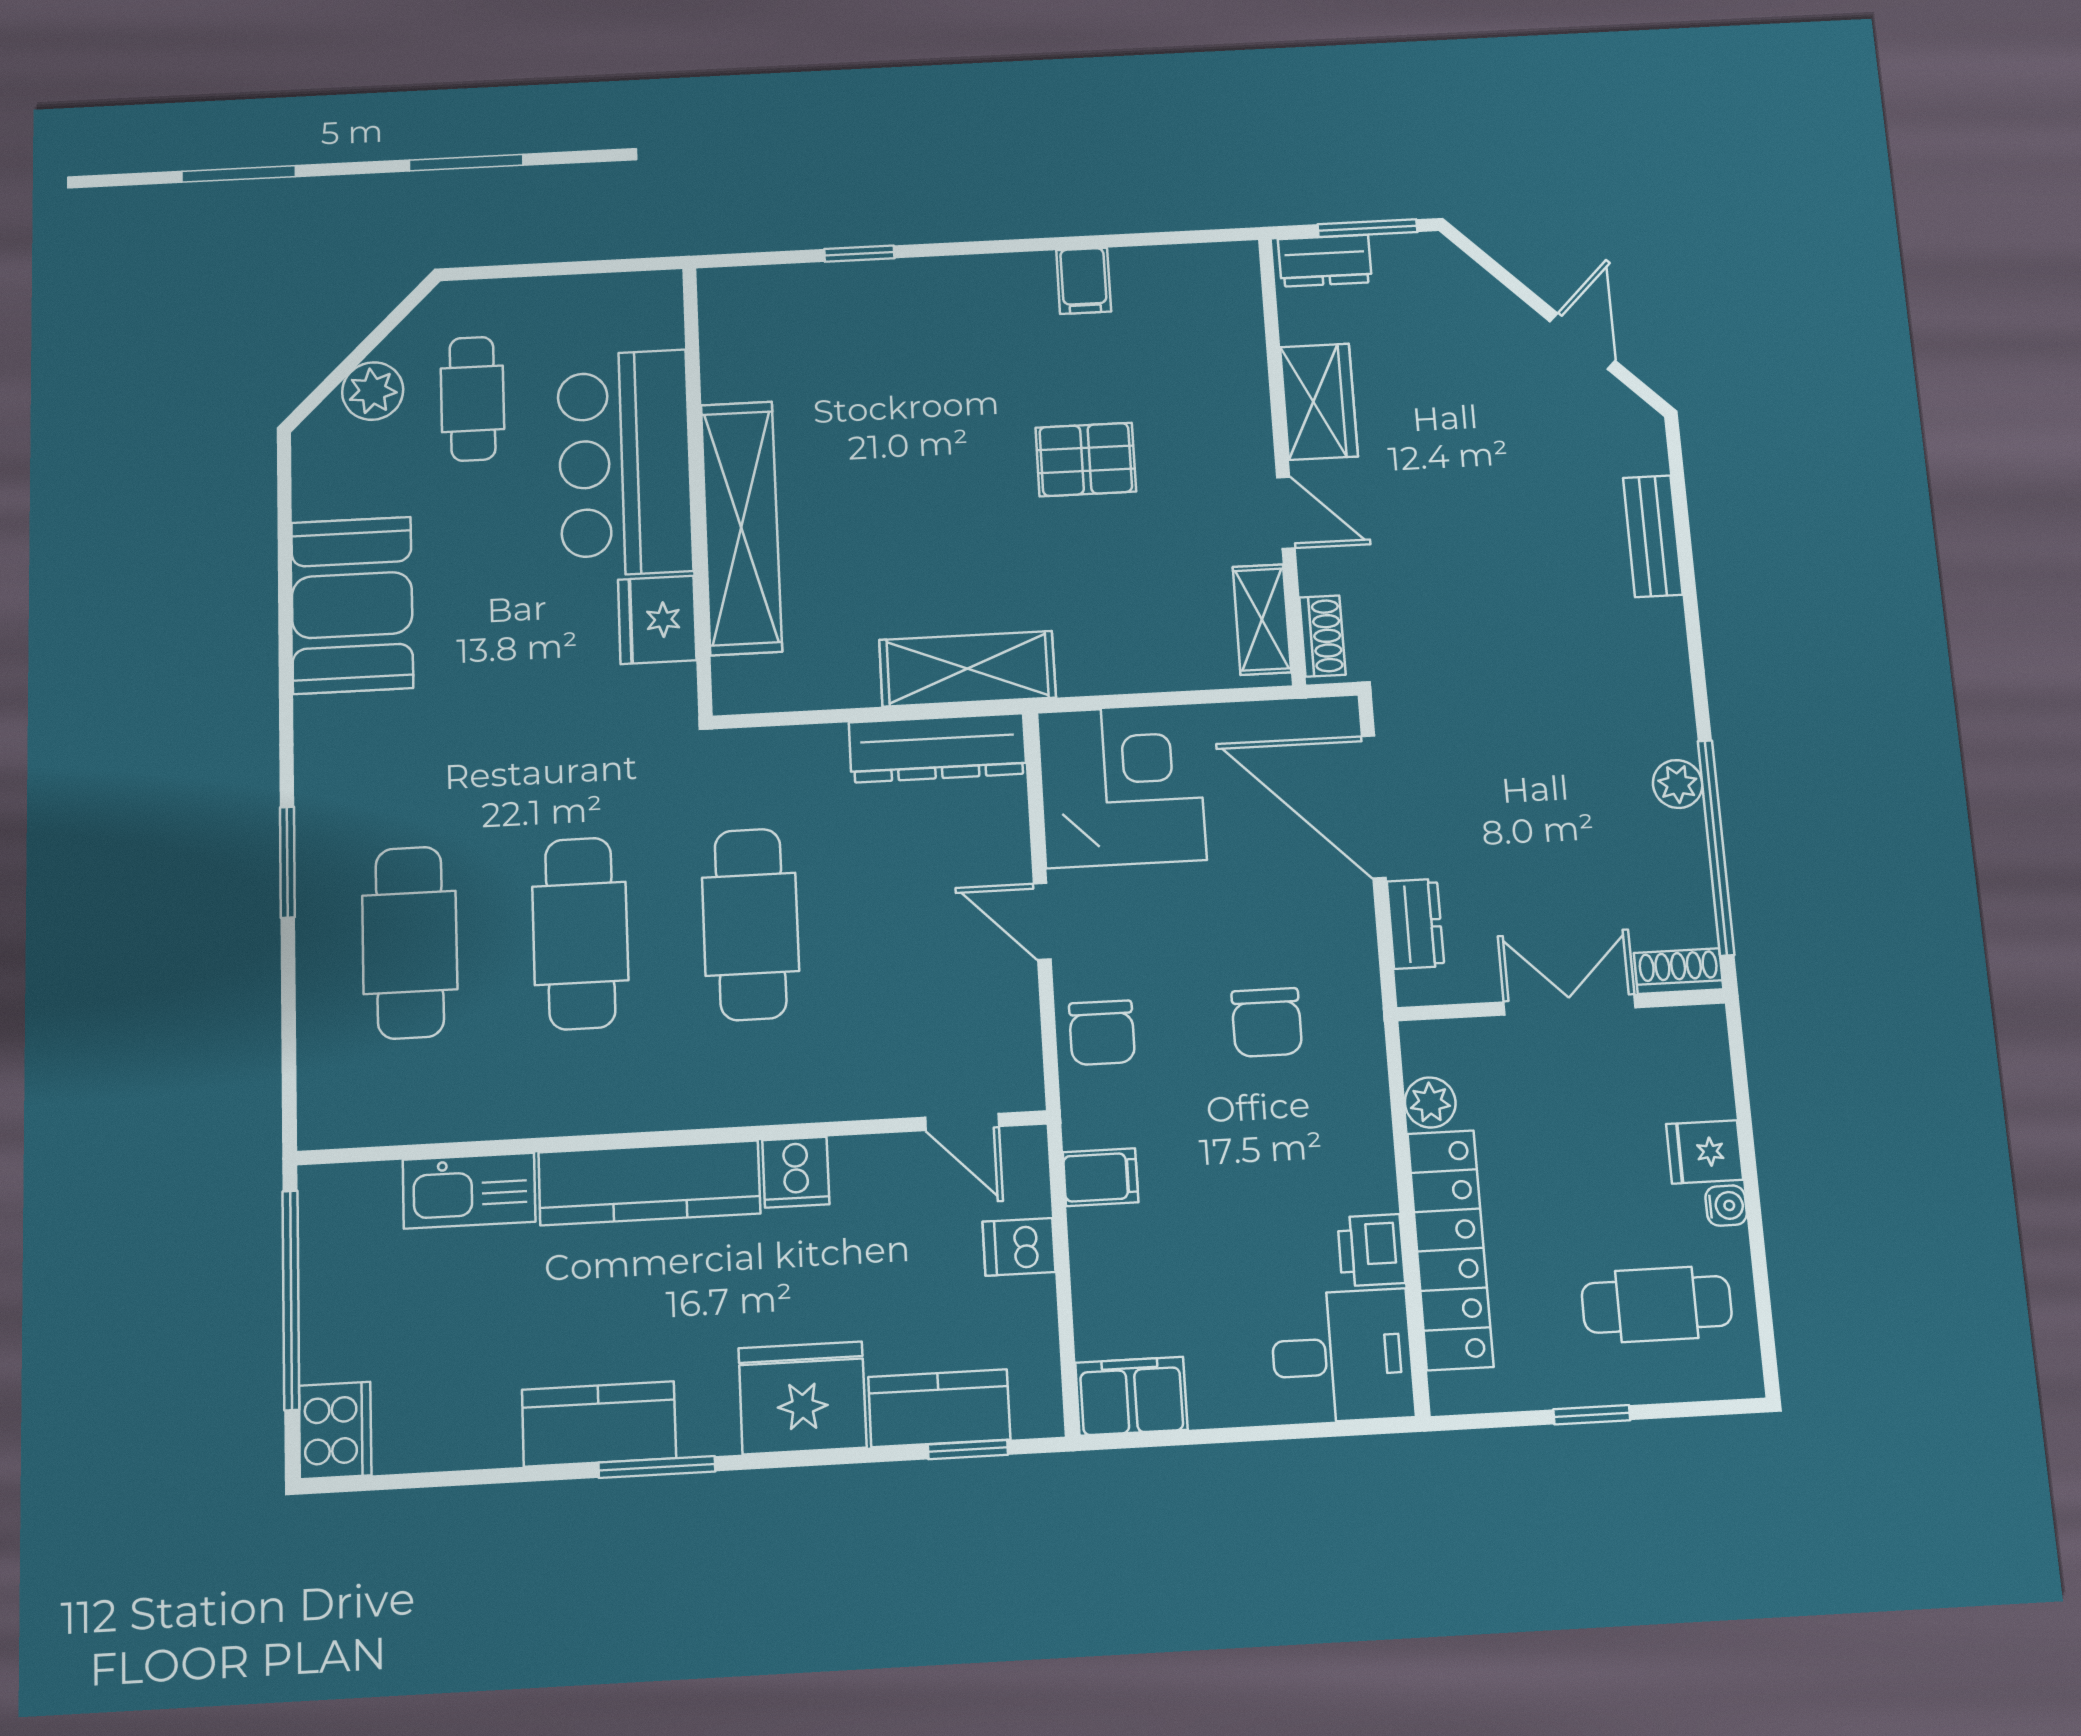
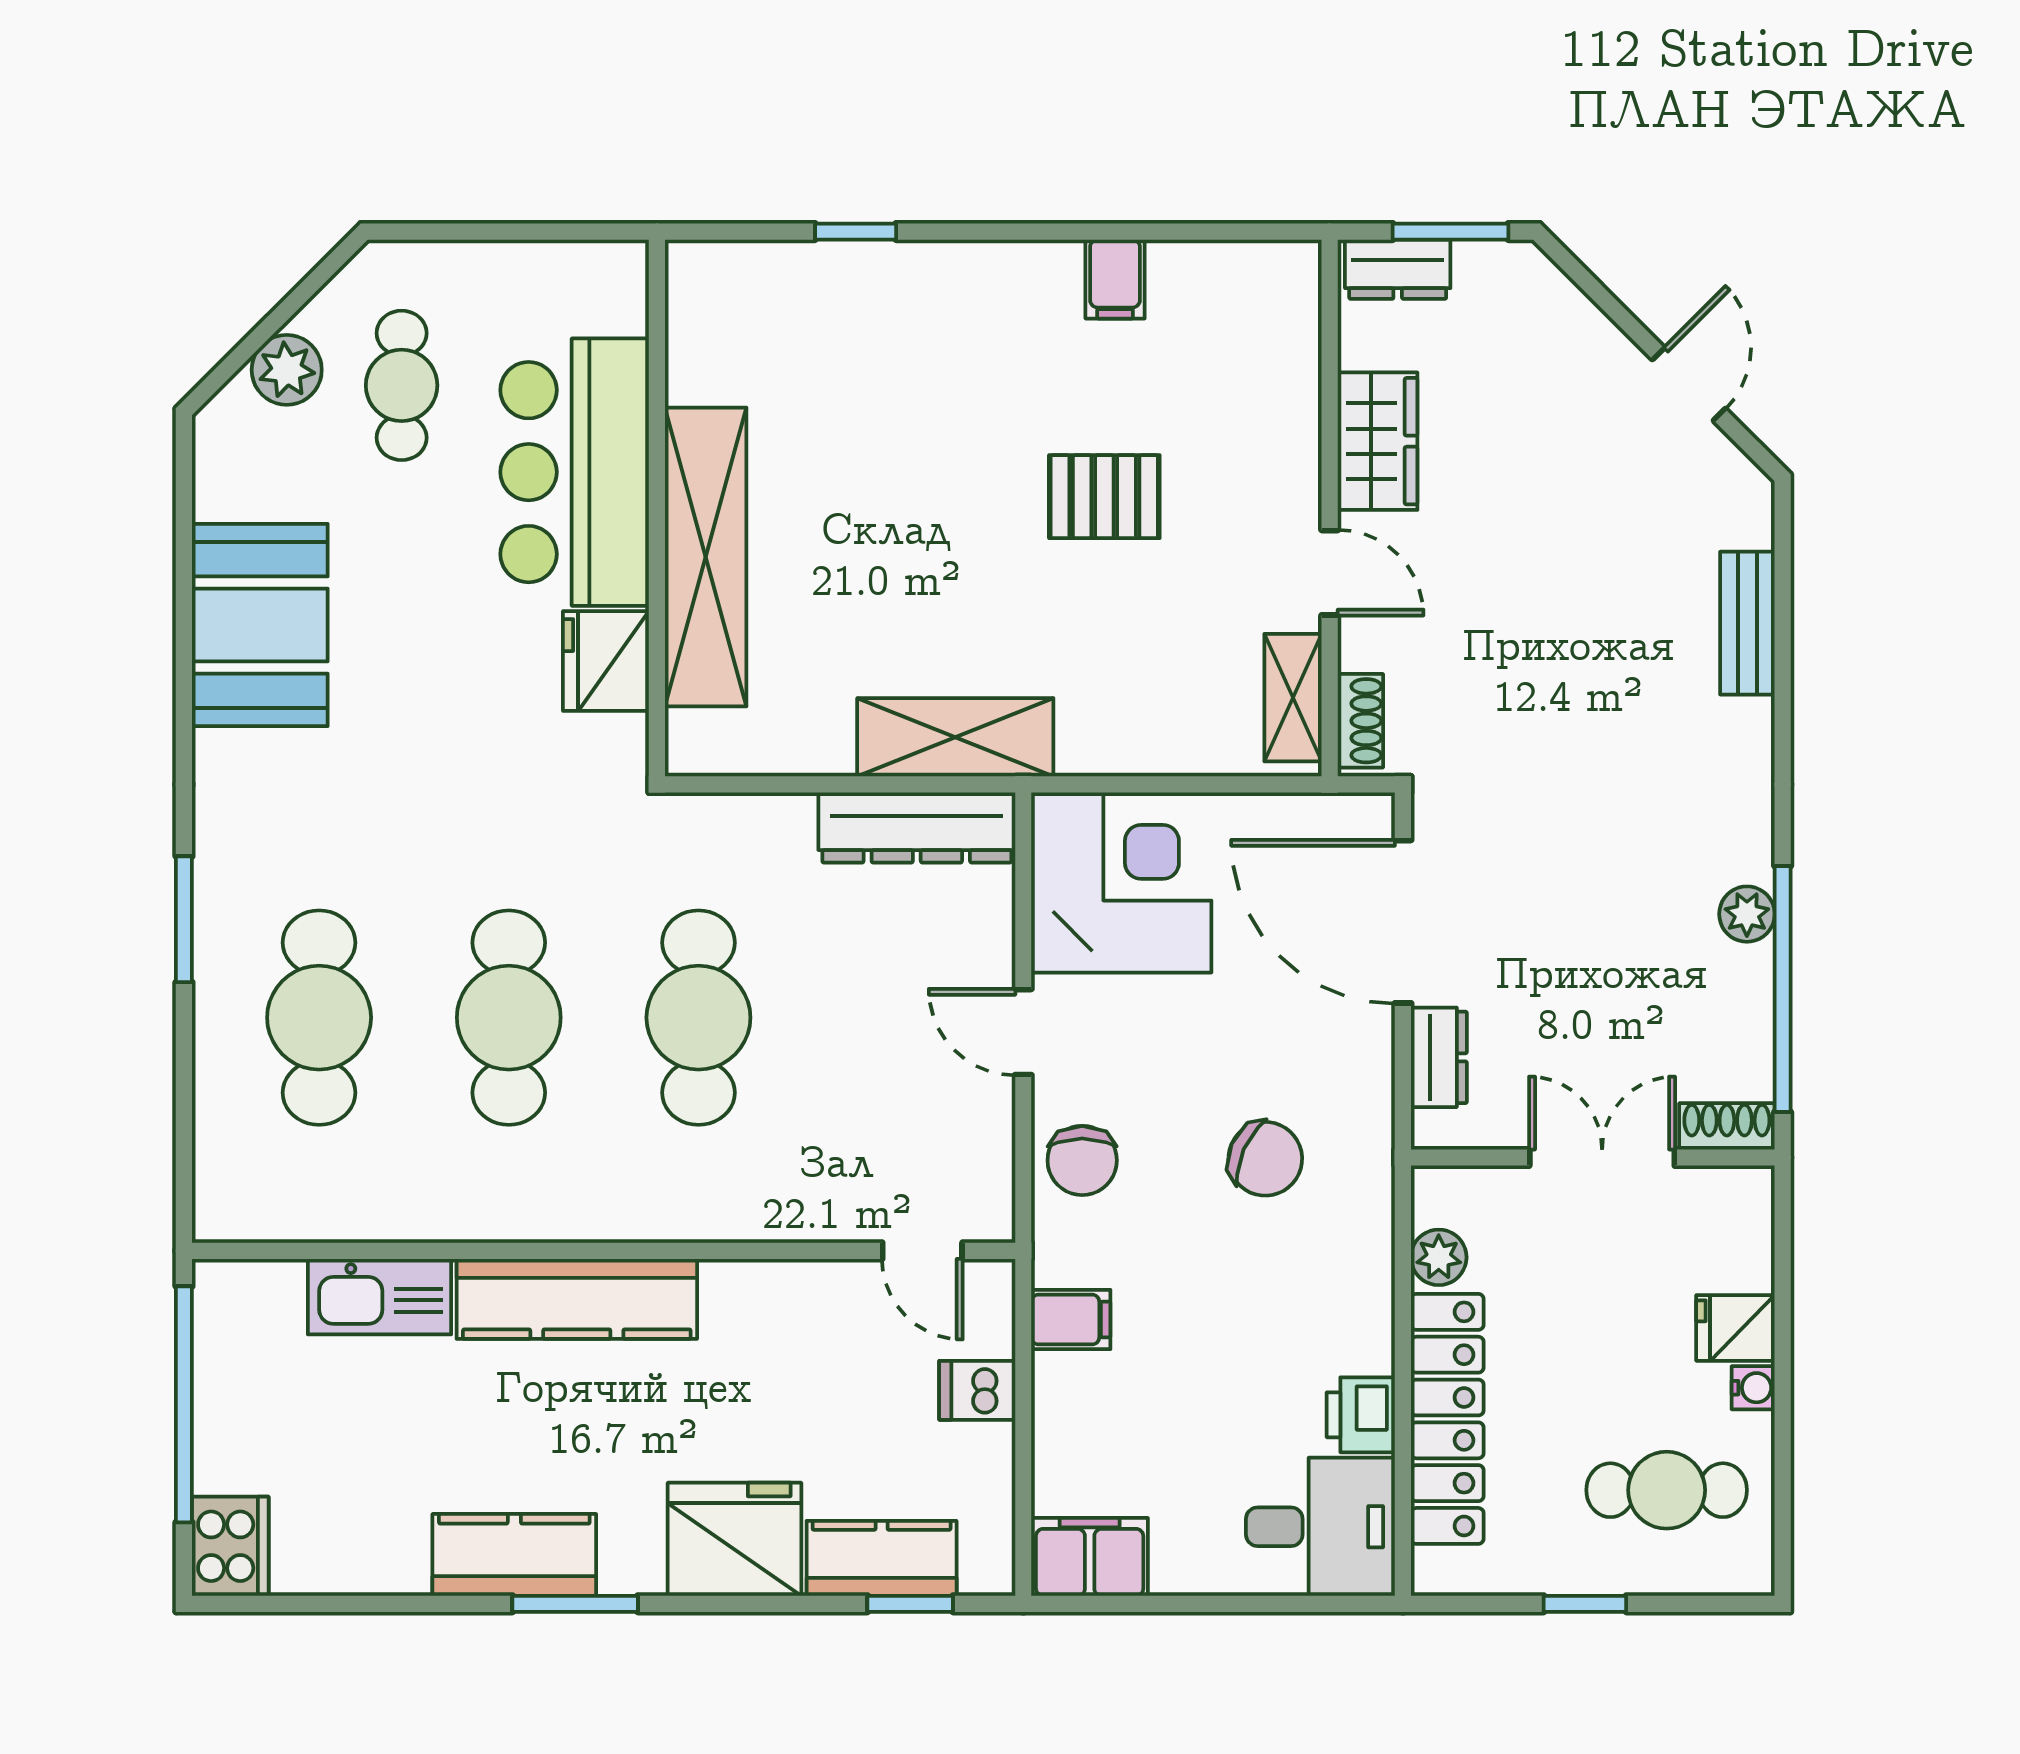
chair: (1267, 1022) -> (1265, 1159), turned -66
cooker: (796, 1172) -> (737, 1296), removed

